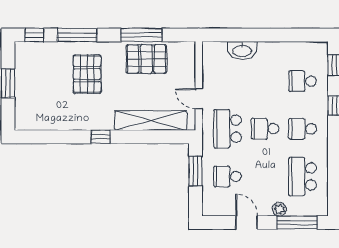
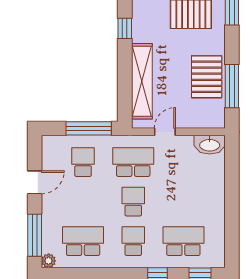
window: (142, 35) -> (232, 86), moved
washbasin: (242, 50) -> (210, 145), moved, turned -90
school desk: (303, 81) -> (183, 241), width x1.85
window: (196, 171) -> (89, 128), width x1.44
plant: (279, 209) -> (49, 261), moved

